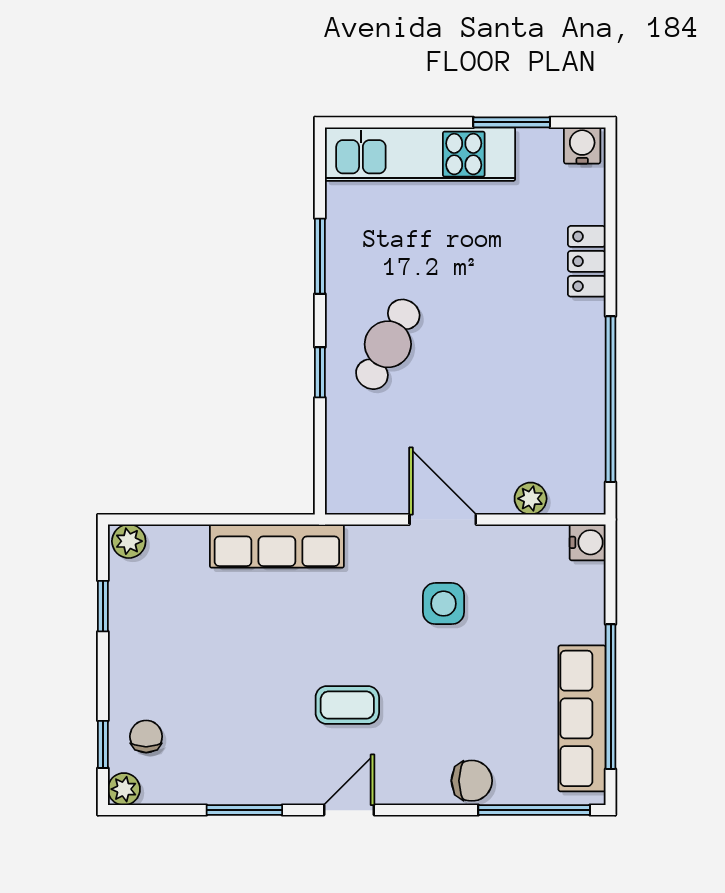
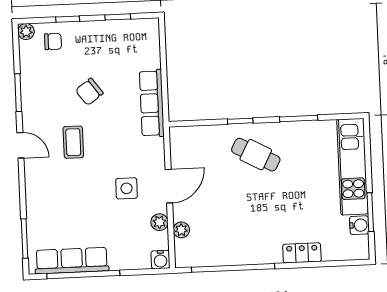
water cooler: (582, 145) -> (359, 225), moved
plant: (129, 541) -> (159, 222), moved
window: (103, 744) -> (68, 19), moved
chair: (472, 781) -> (89, 92), moved, turned 54
window: (534, 810) -> (25, 239), width x0.69

